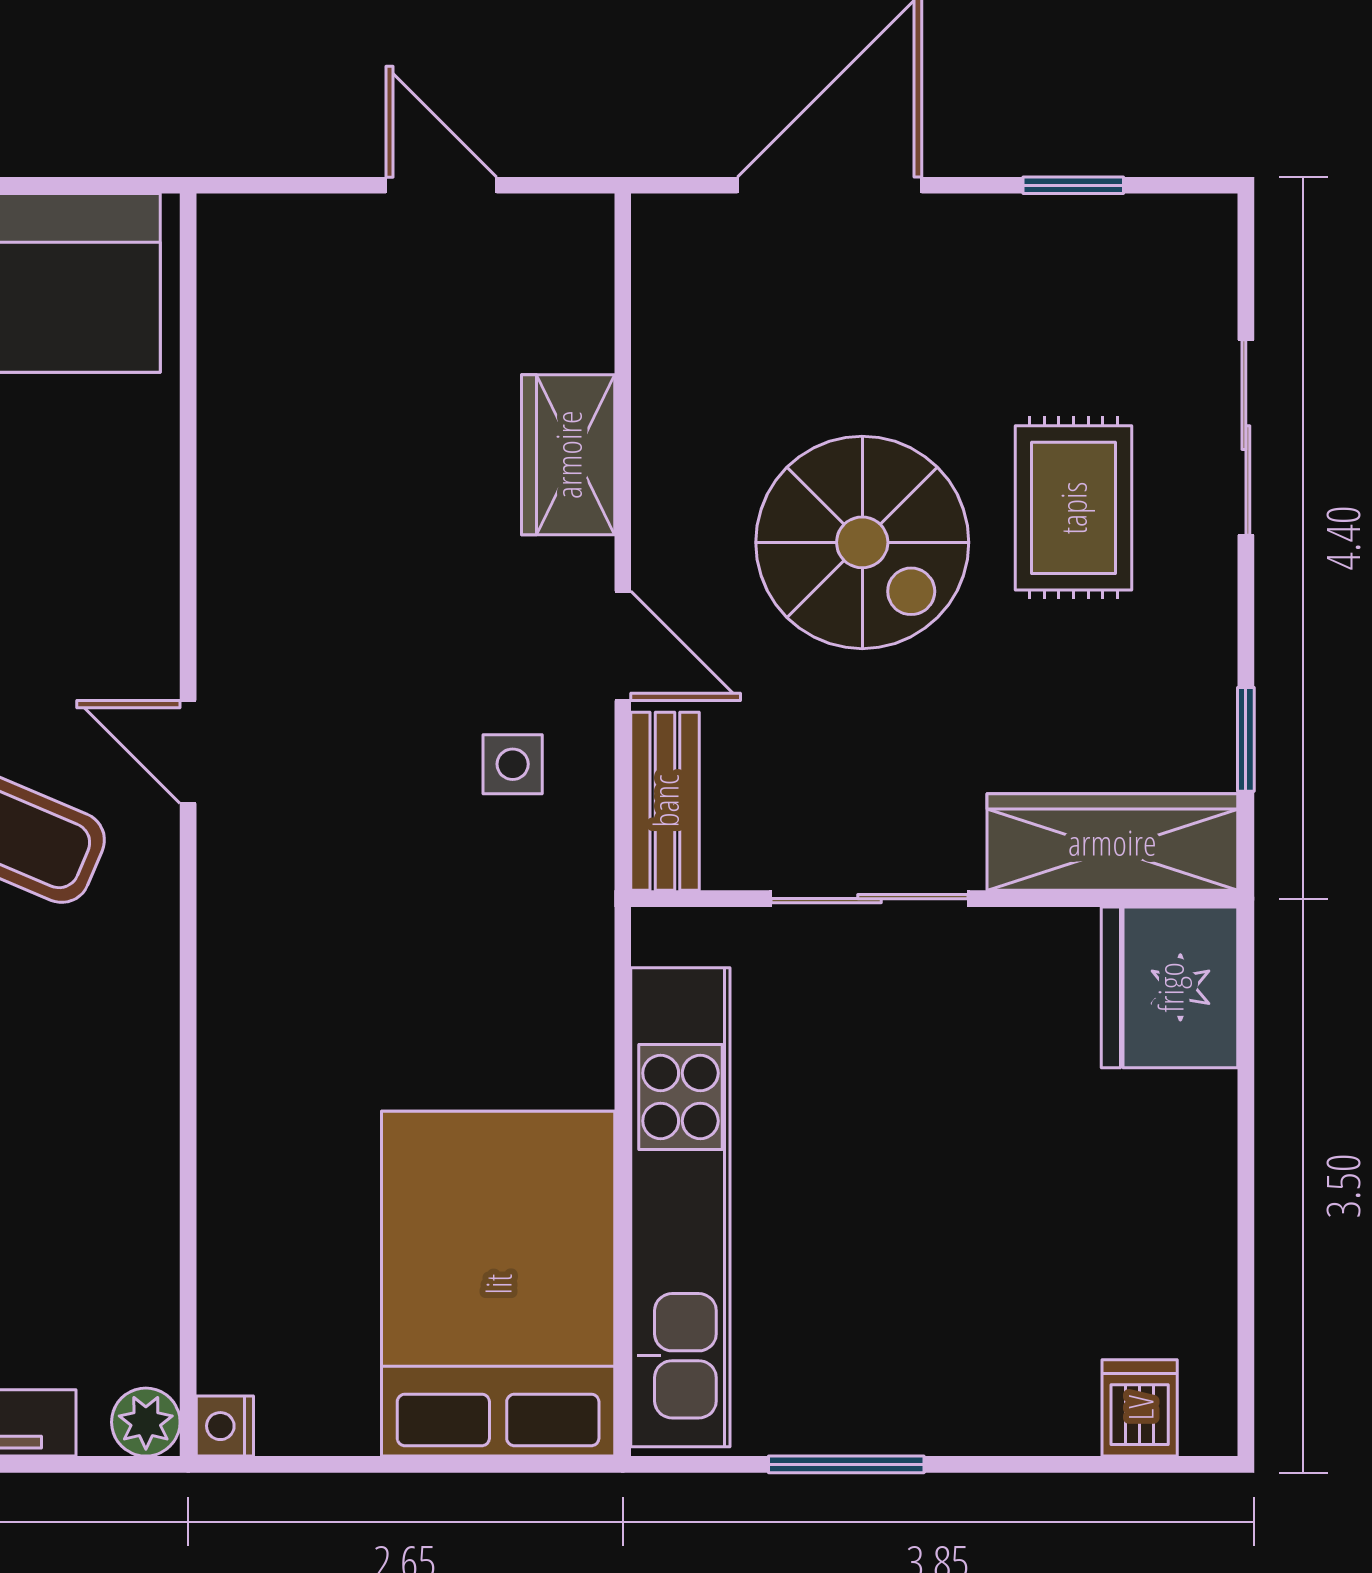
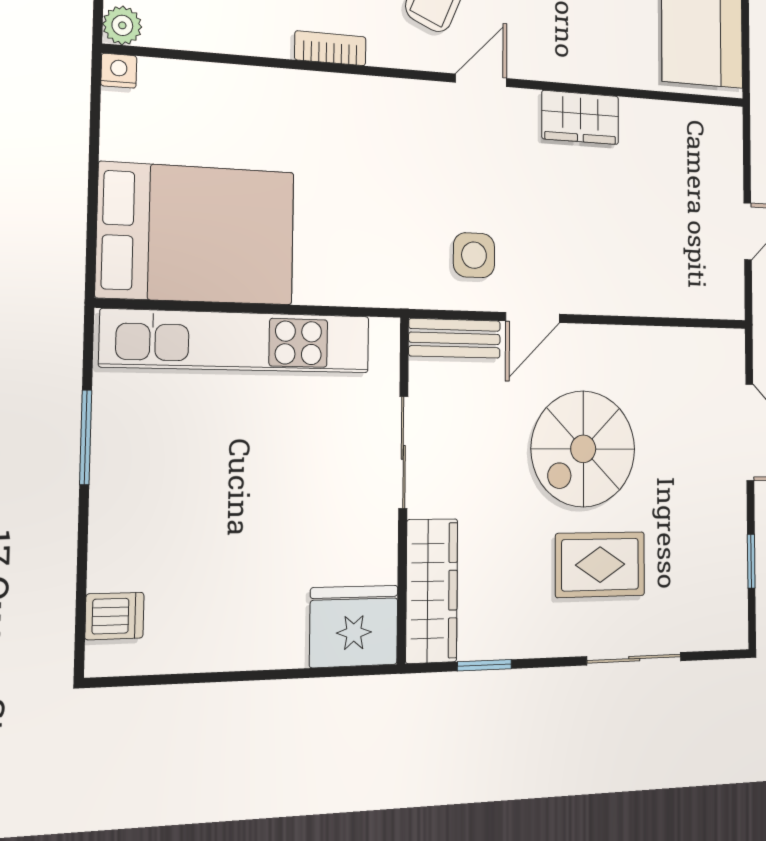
wardrobe: (568, 455) -> (580, 117), moved, turned 180
side table: (513, 764) -> (474, 255), width x1.37, depth x1.37
bookcase: (153, 1046) -> (330, 48), added

